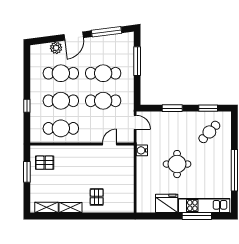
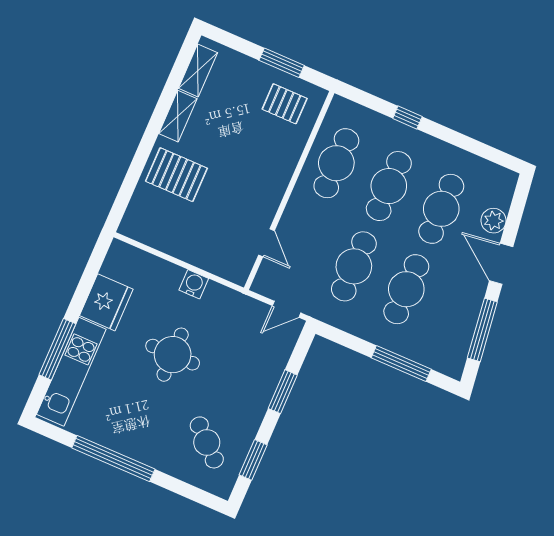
water cooler: (142, 150) -> (194, 284), moved
pallet: (45, 163) -> (285, 104), turned 90
pallet: (97, 197) -> (176, 175), width x1.50, depth x1.42

